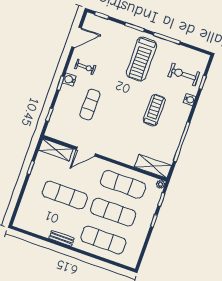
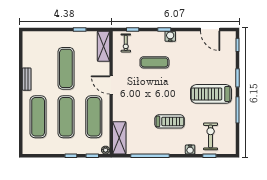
exercise bike: (85, 67) -> (126, 43), moved
door: (86, 152) -> (111, 85), moved

